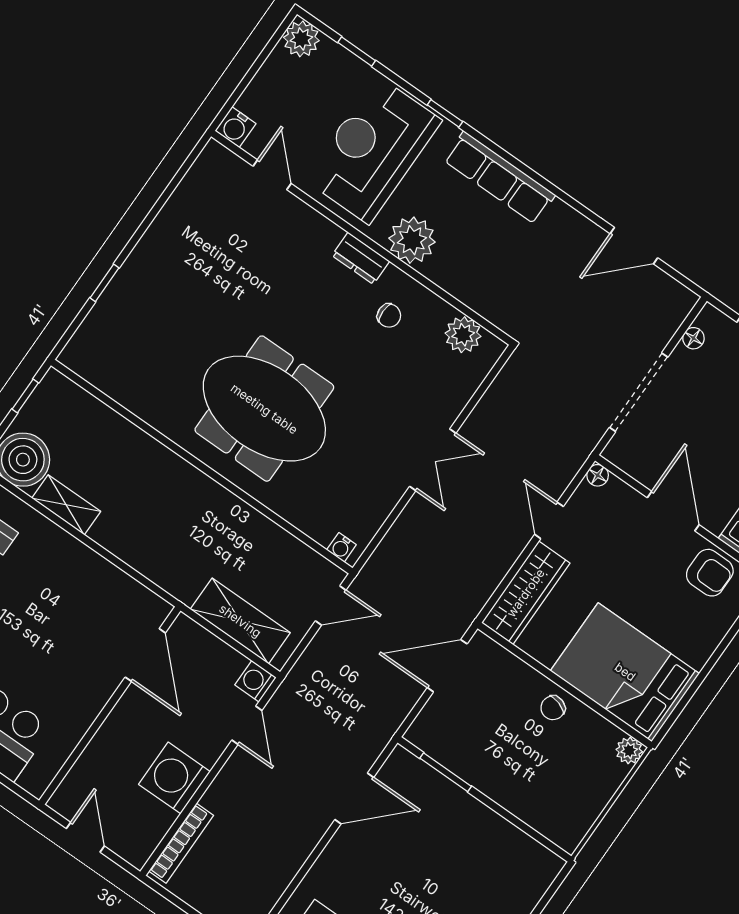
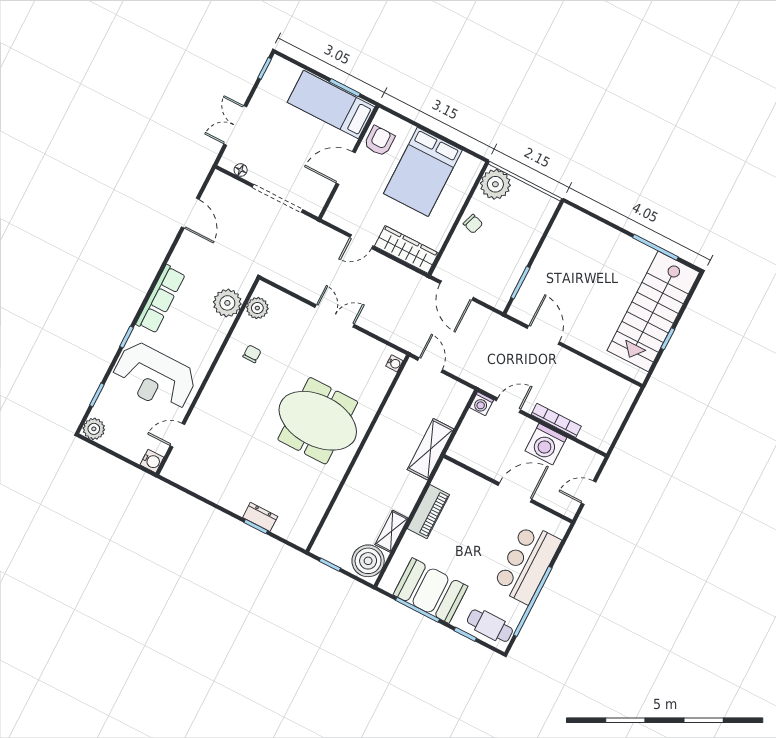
plant: (412, 240) -> (227, 303), moved
dresser: (361, 258) -> (260, 517), moved, turned -90
meeting table: (264, 409) -> (318, 421), turned 90
floor lamp: (598, 475) -> (330, 216), removed
piano: (90, 570) -> (428, 512), added
shelving: (240, 621) -> (430, 449), moved
door: (145, 655) -> (515, 492), moved
bed: (625, 672) -> (423, 172), moved
plant: (629, 751) -> (495, 184), width x1.88, depth x1.88
bookcase: (181, 843) -> (556, 420), moved

